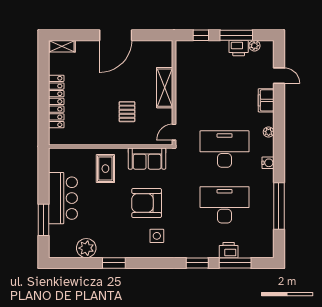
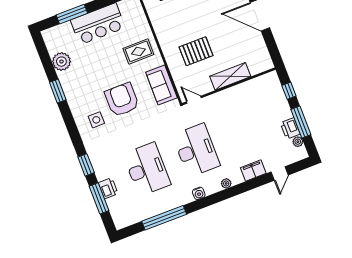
pallet: (127, 112) -> (196, 51), width x1.50, depth x1.42

